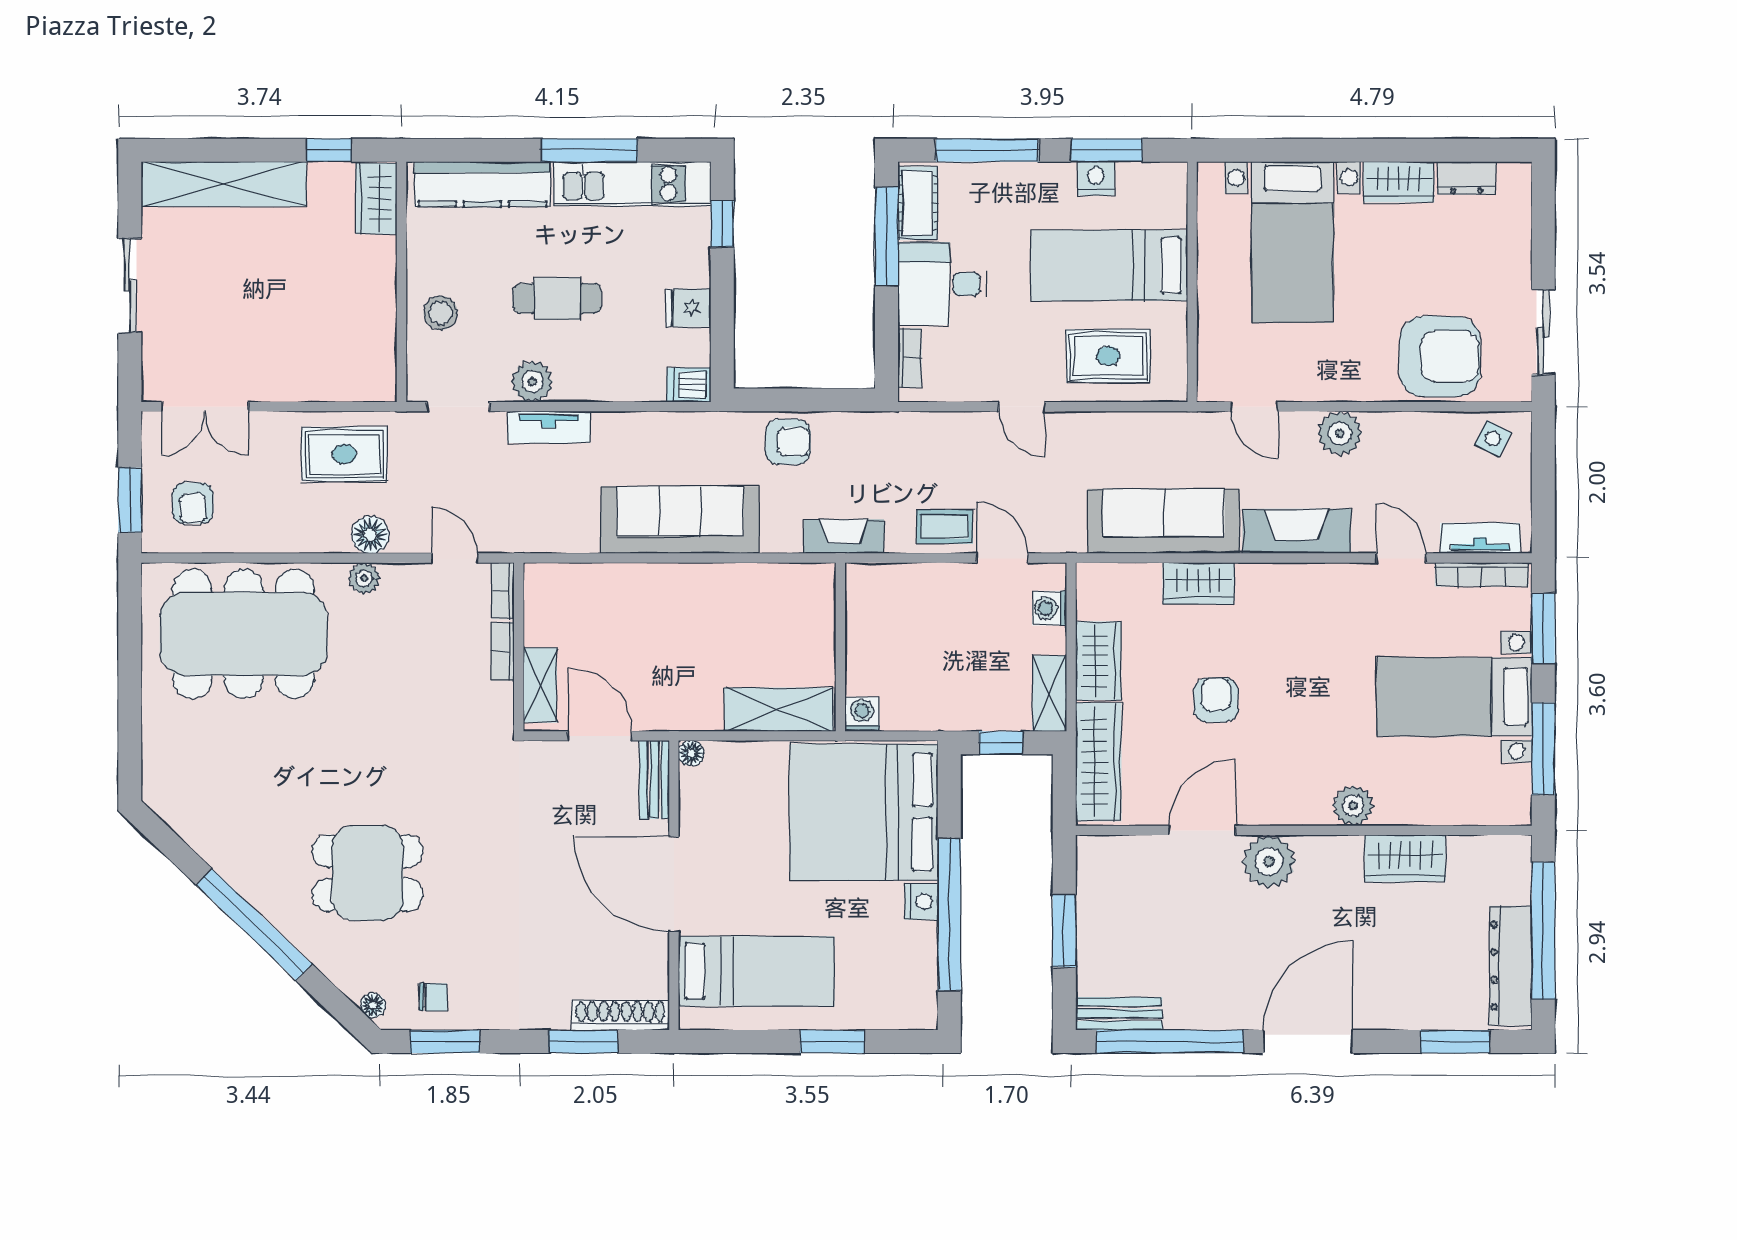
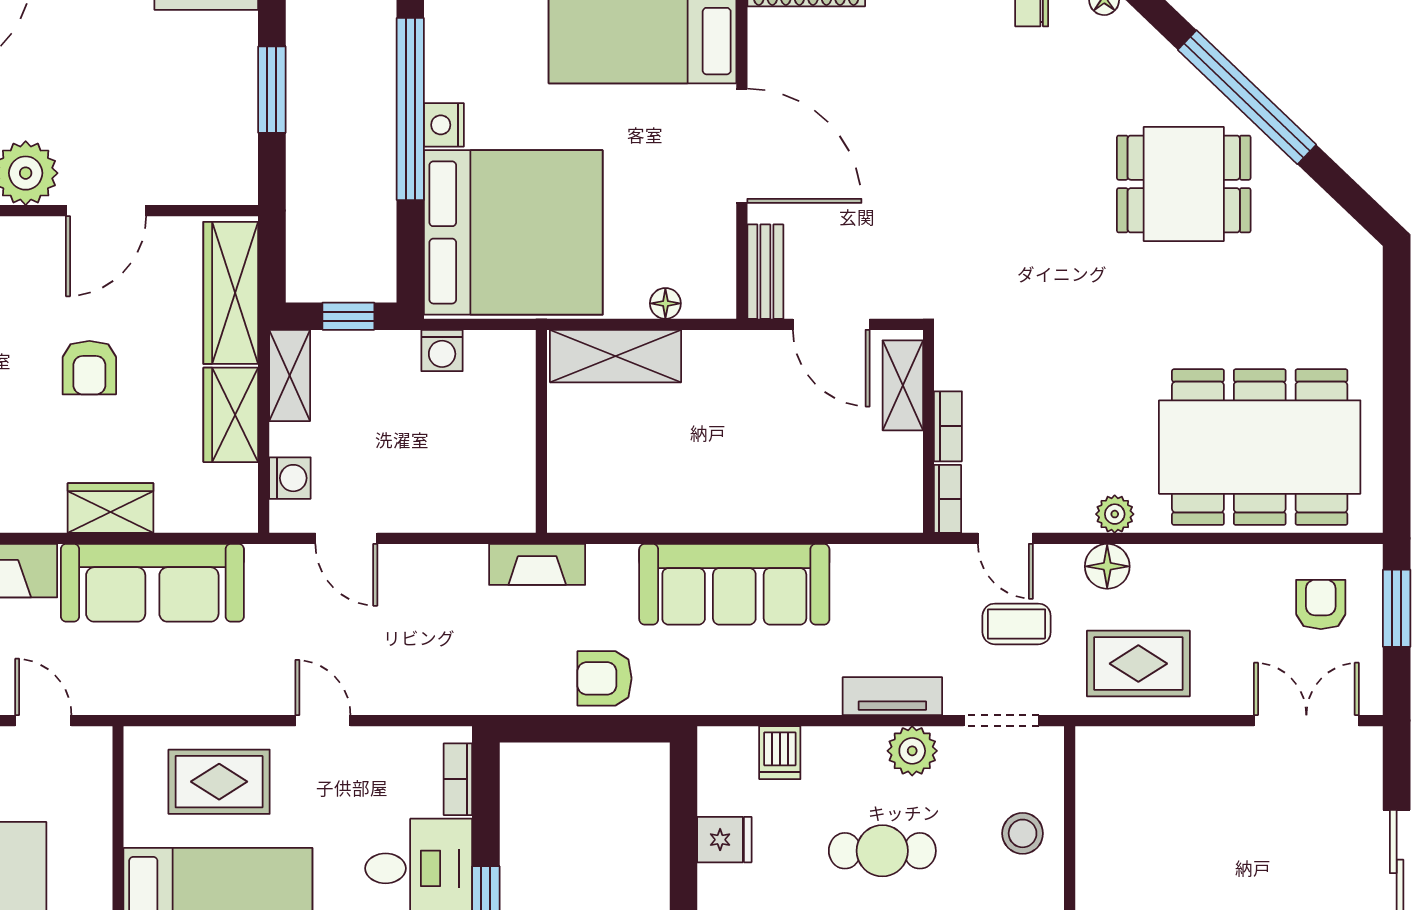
dishwasher: (689, 385) -> (780, 753), moved, turned 90
coffee table: (945, 527) -> (1017, 624), moved
washing machine: (862, 714) -> (442, 351), moved
floor lamp: (691, 753) -> (665, 303), moved
dining table: (368, 873) -> (1184, 184), moved

